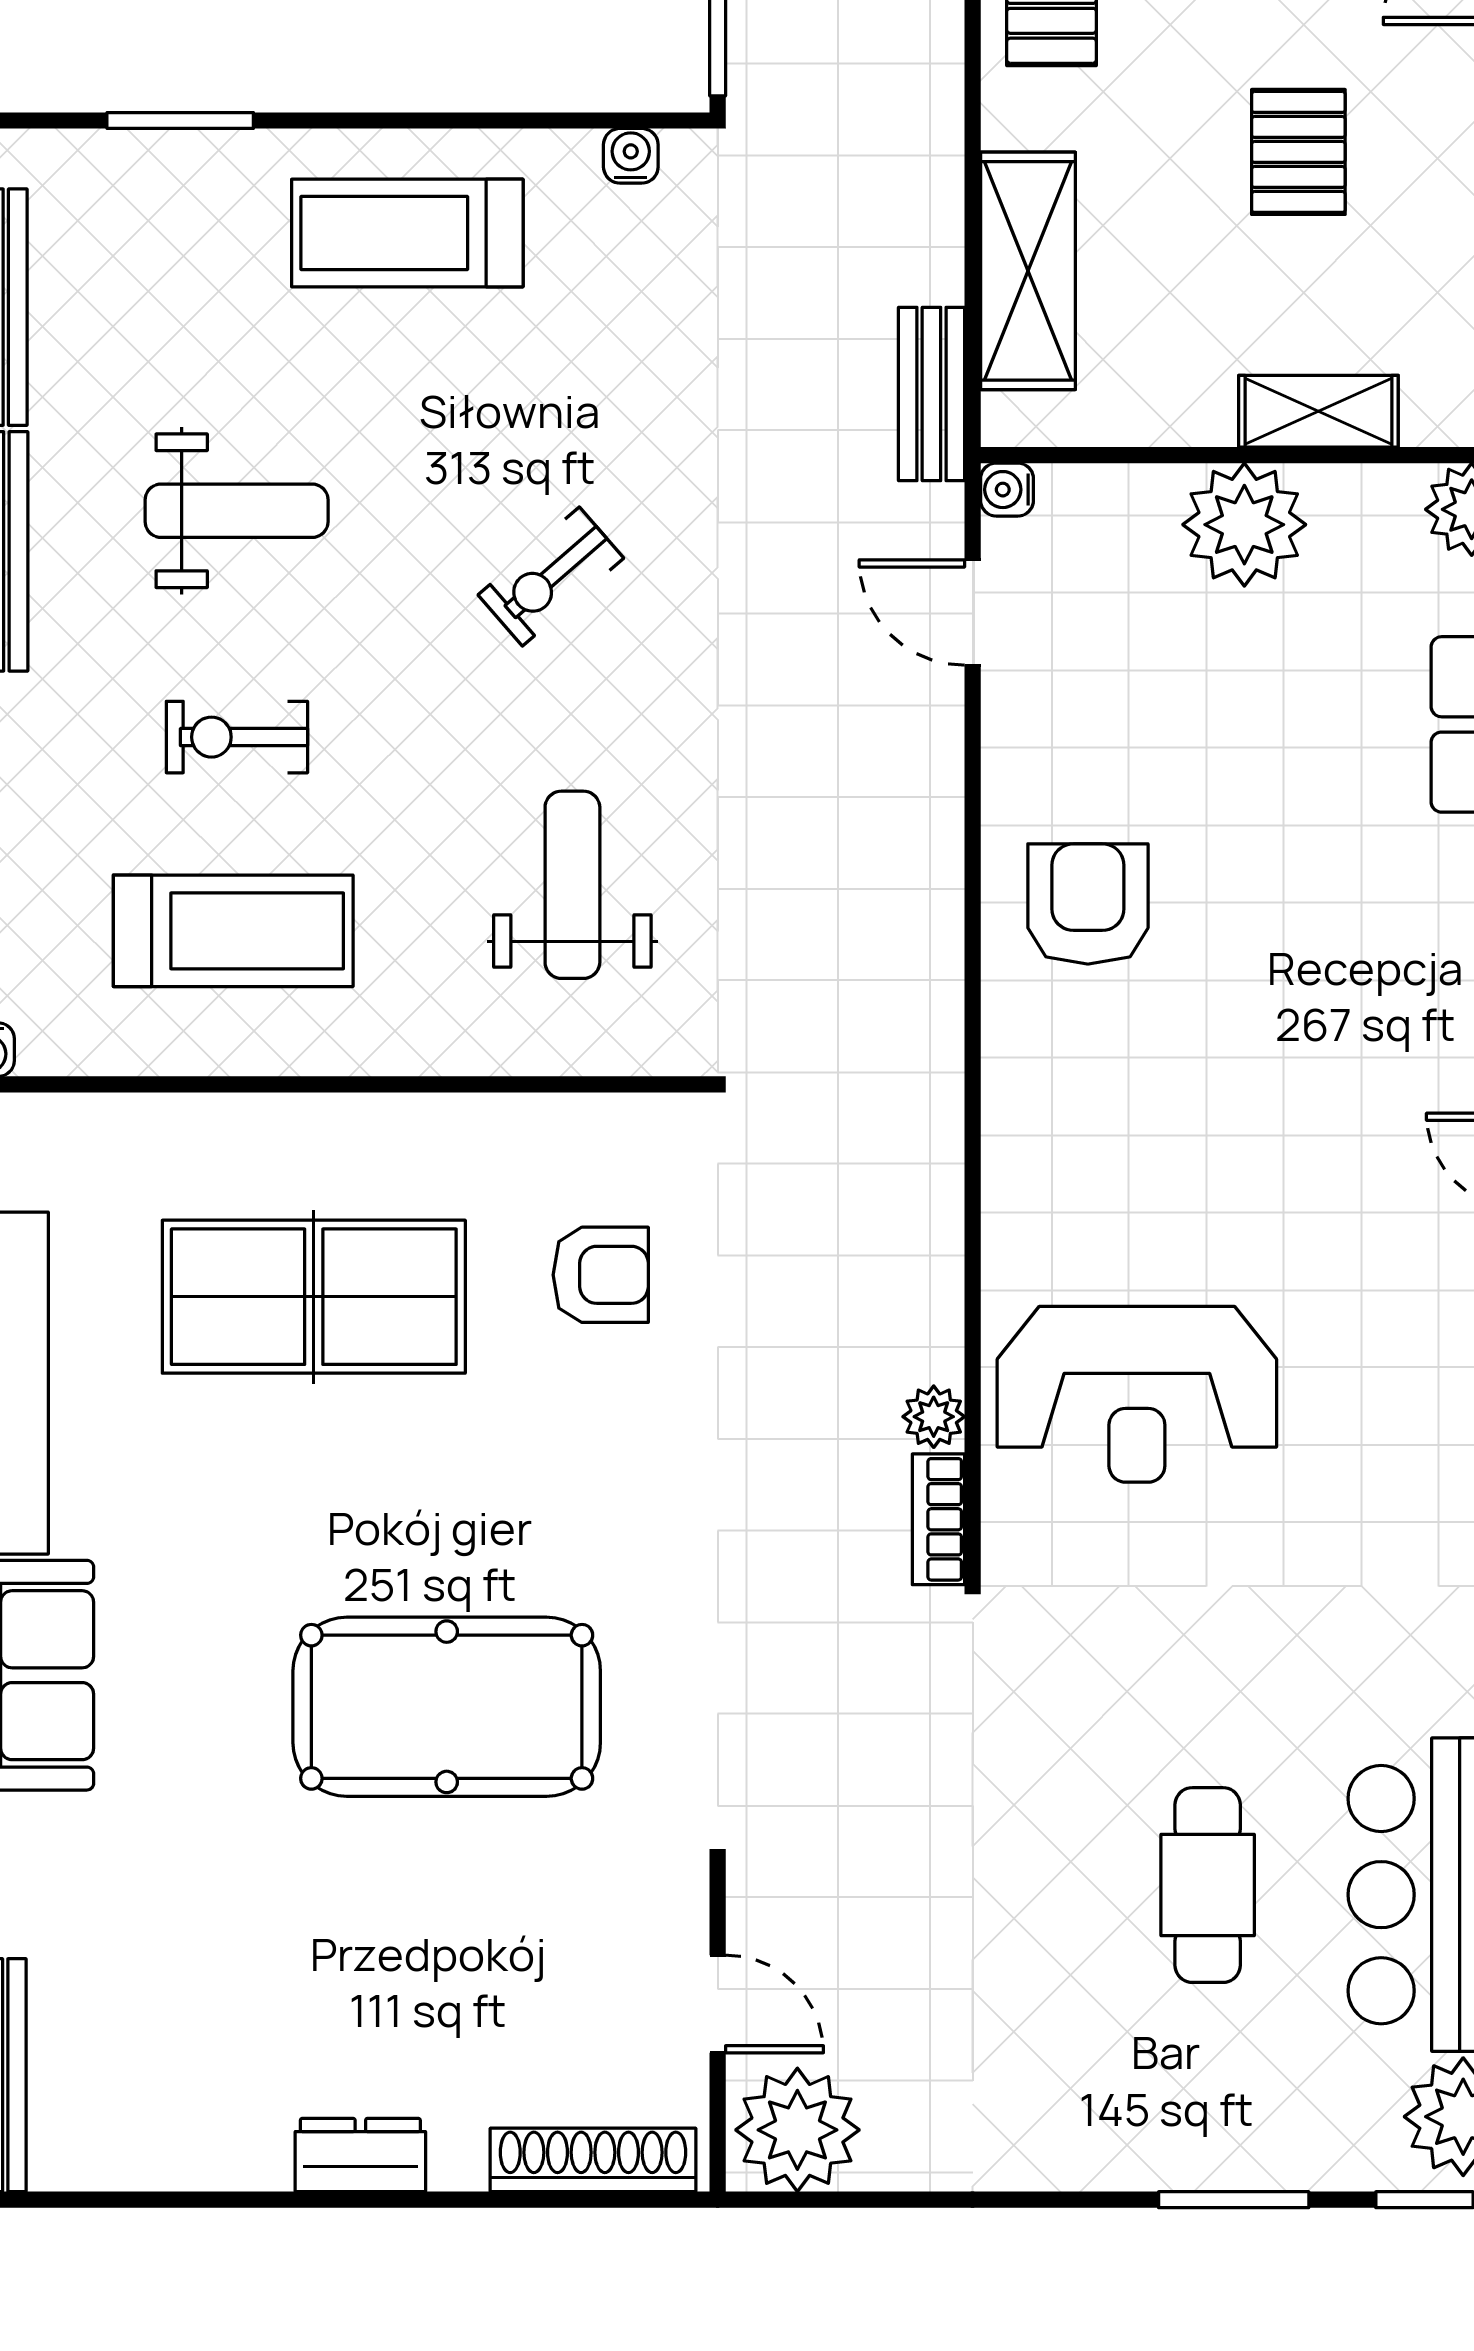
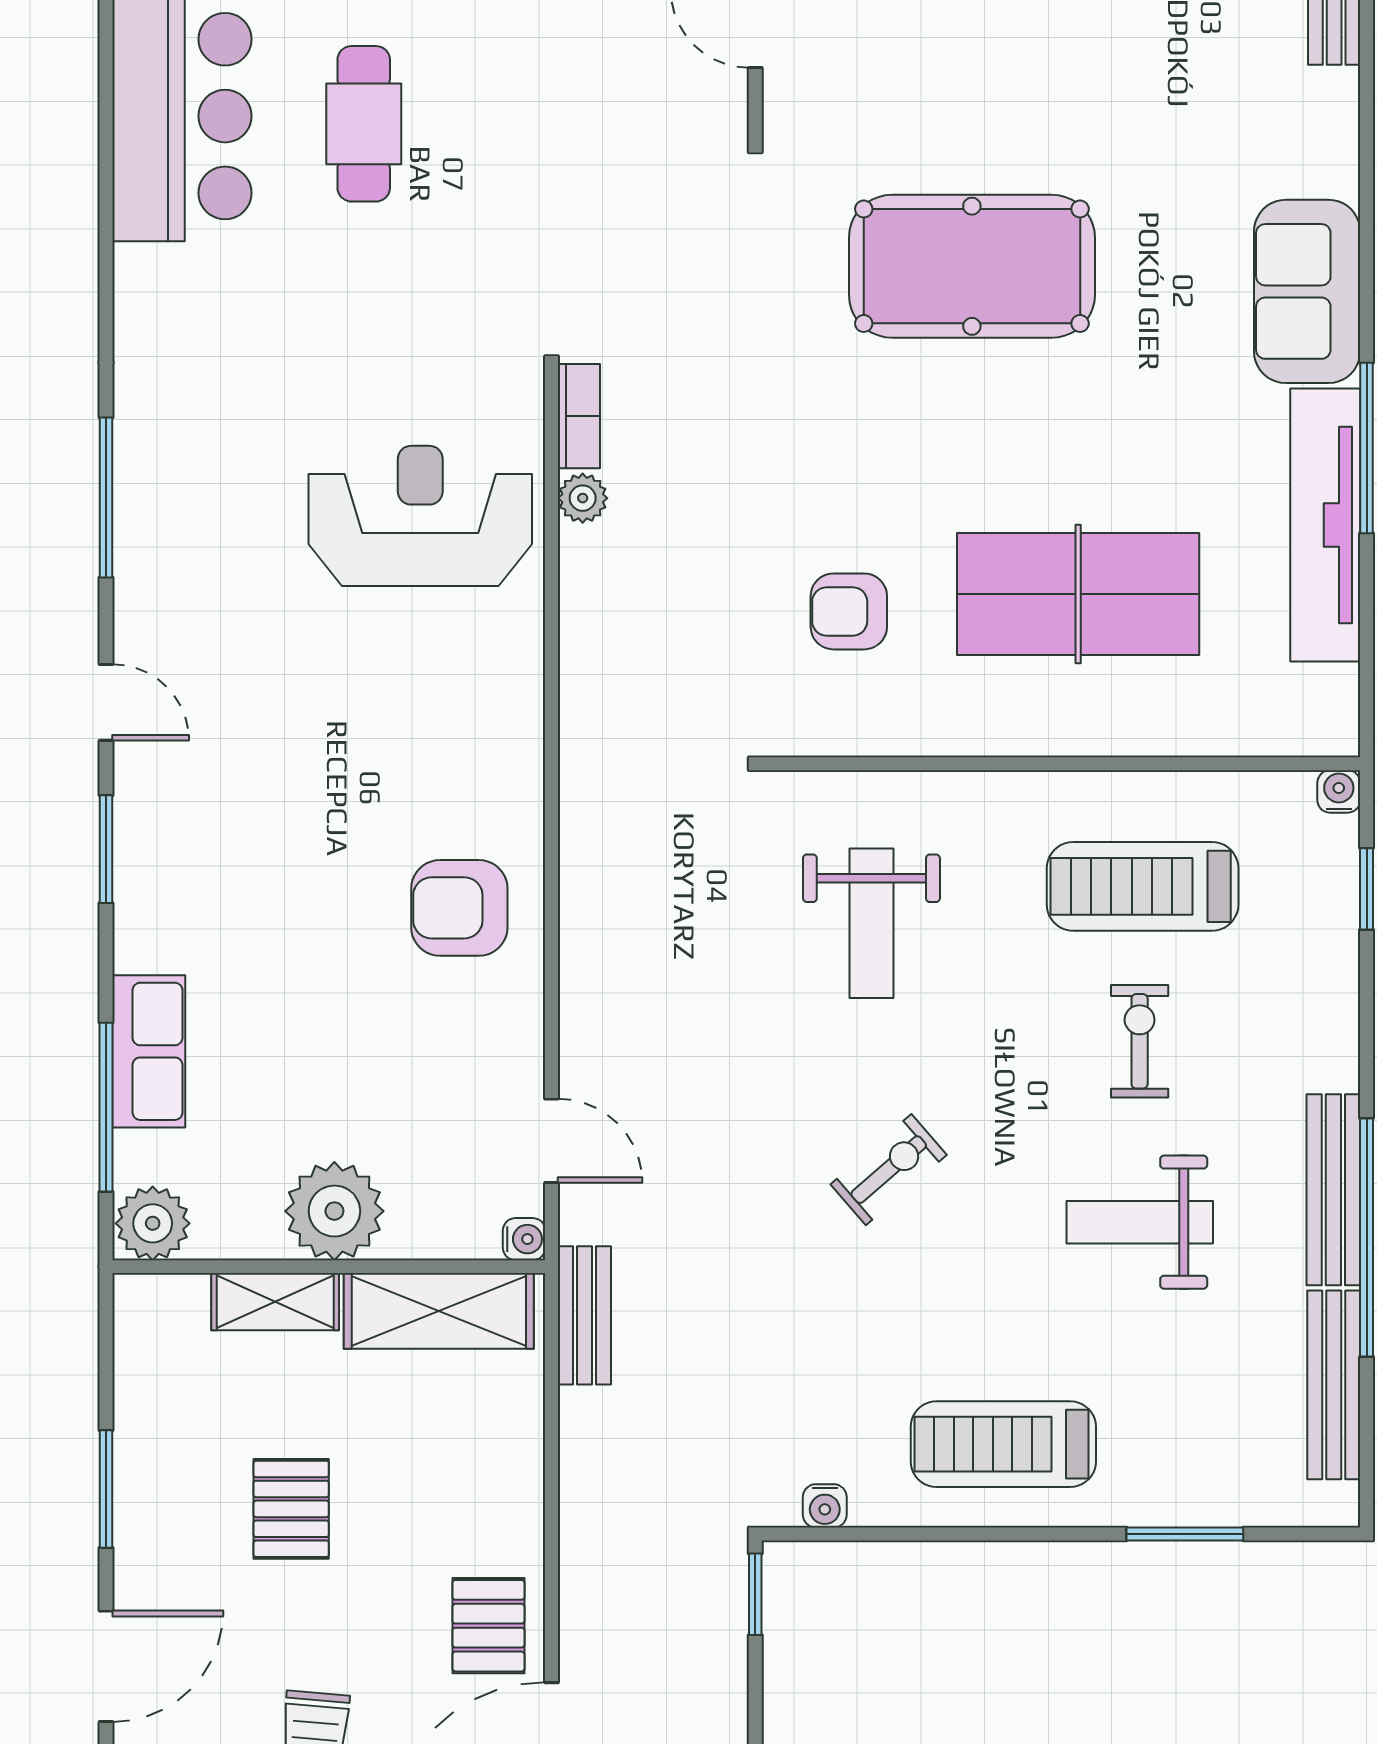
treadmill: (407, 233) -> (1003, 1444), turned 180
shelving: (1028, 271) -> (439, 1311), moved, turned 90
exercise bike: (237, 737) -> (1140, 1041), turned -90
armchair: (1088, 904) -> (459, 908), turned 90

